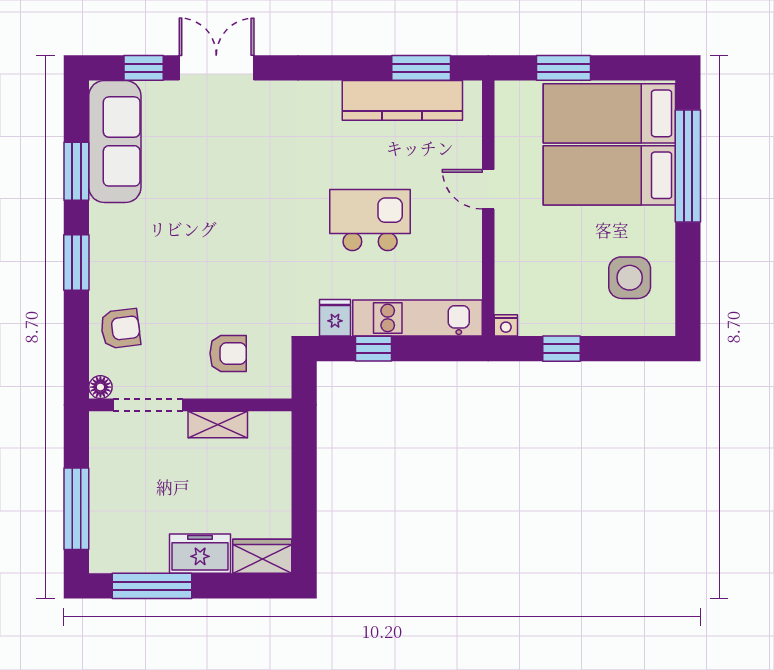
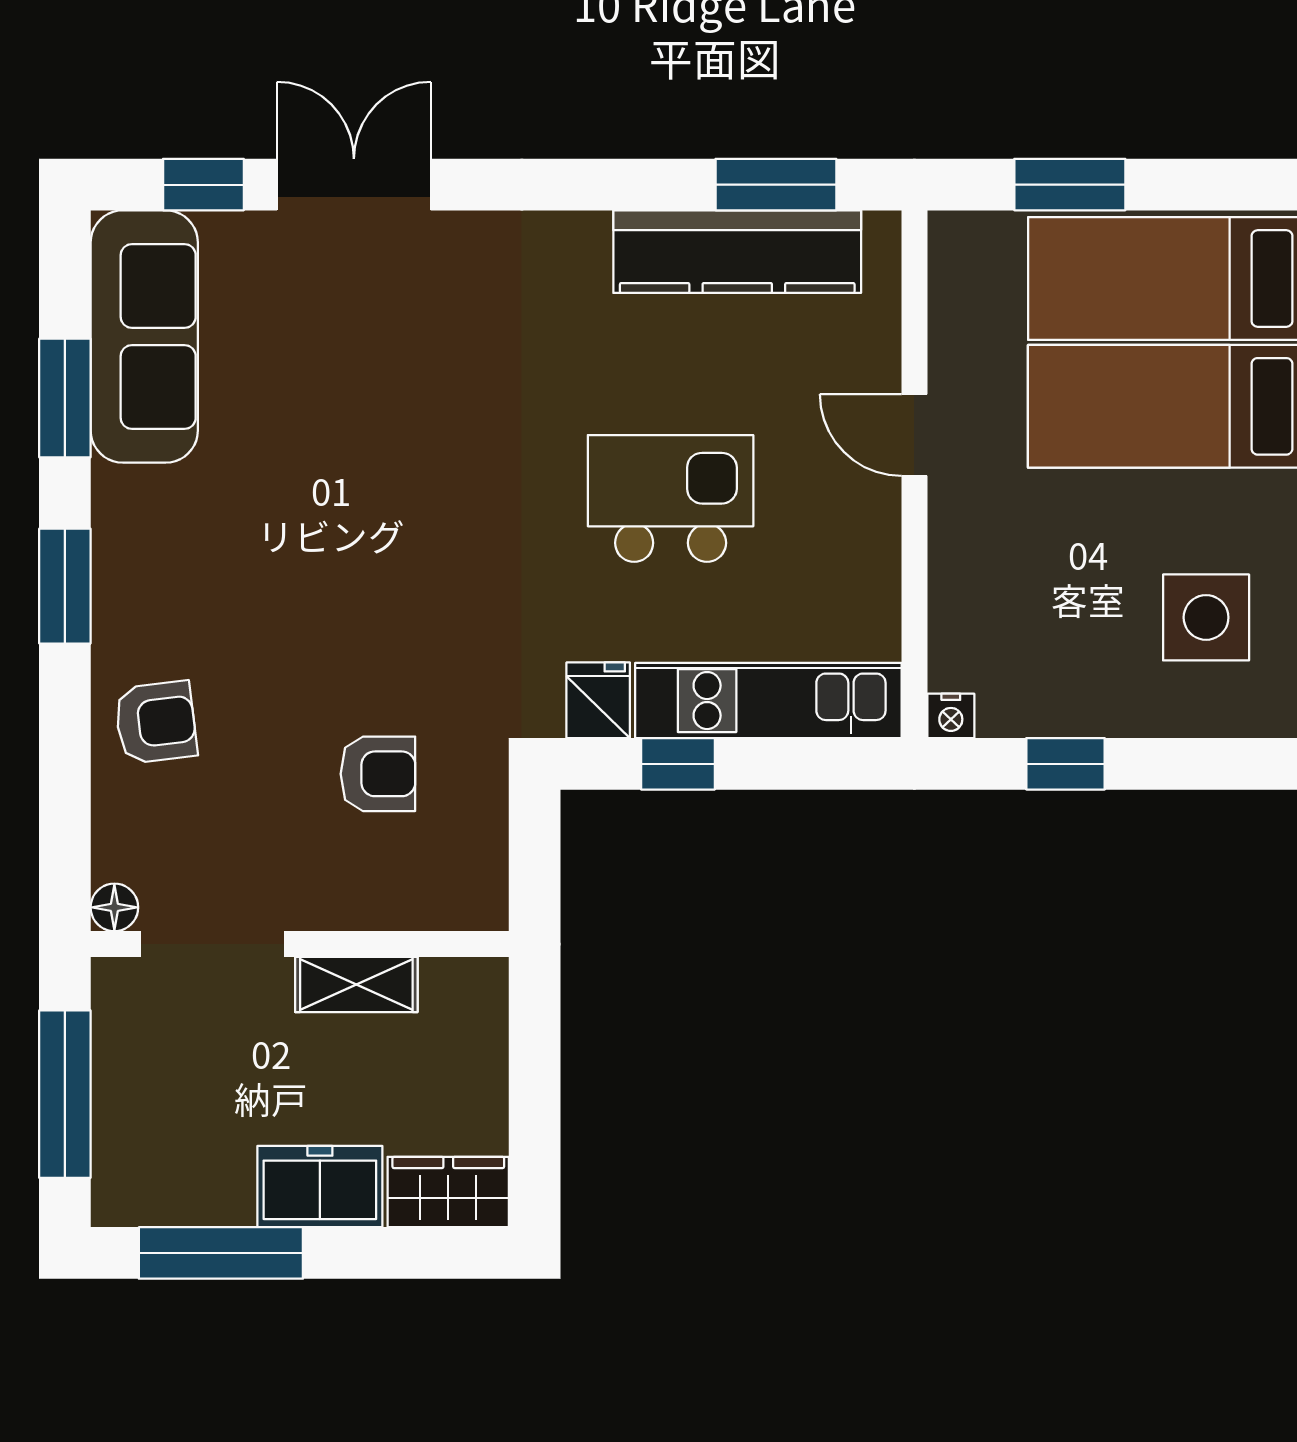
floor lamp: (100, 387) -> (114, 907), moved
doorway: (148, 405) -> (212, 944), moved
wall: (190, 405) -> (300, 944), moved
shelving: (218, 424) -> (356, 984), moved

